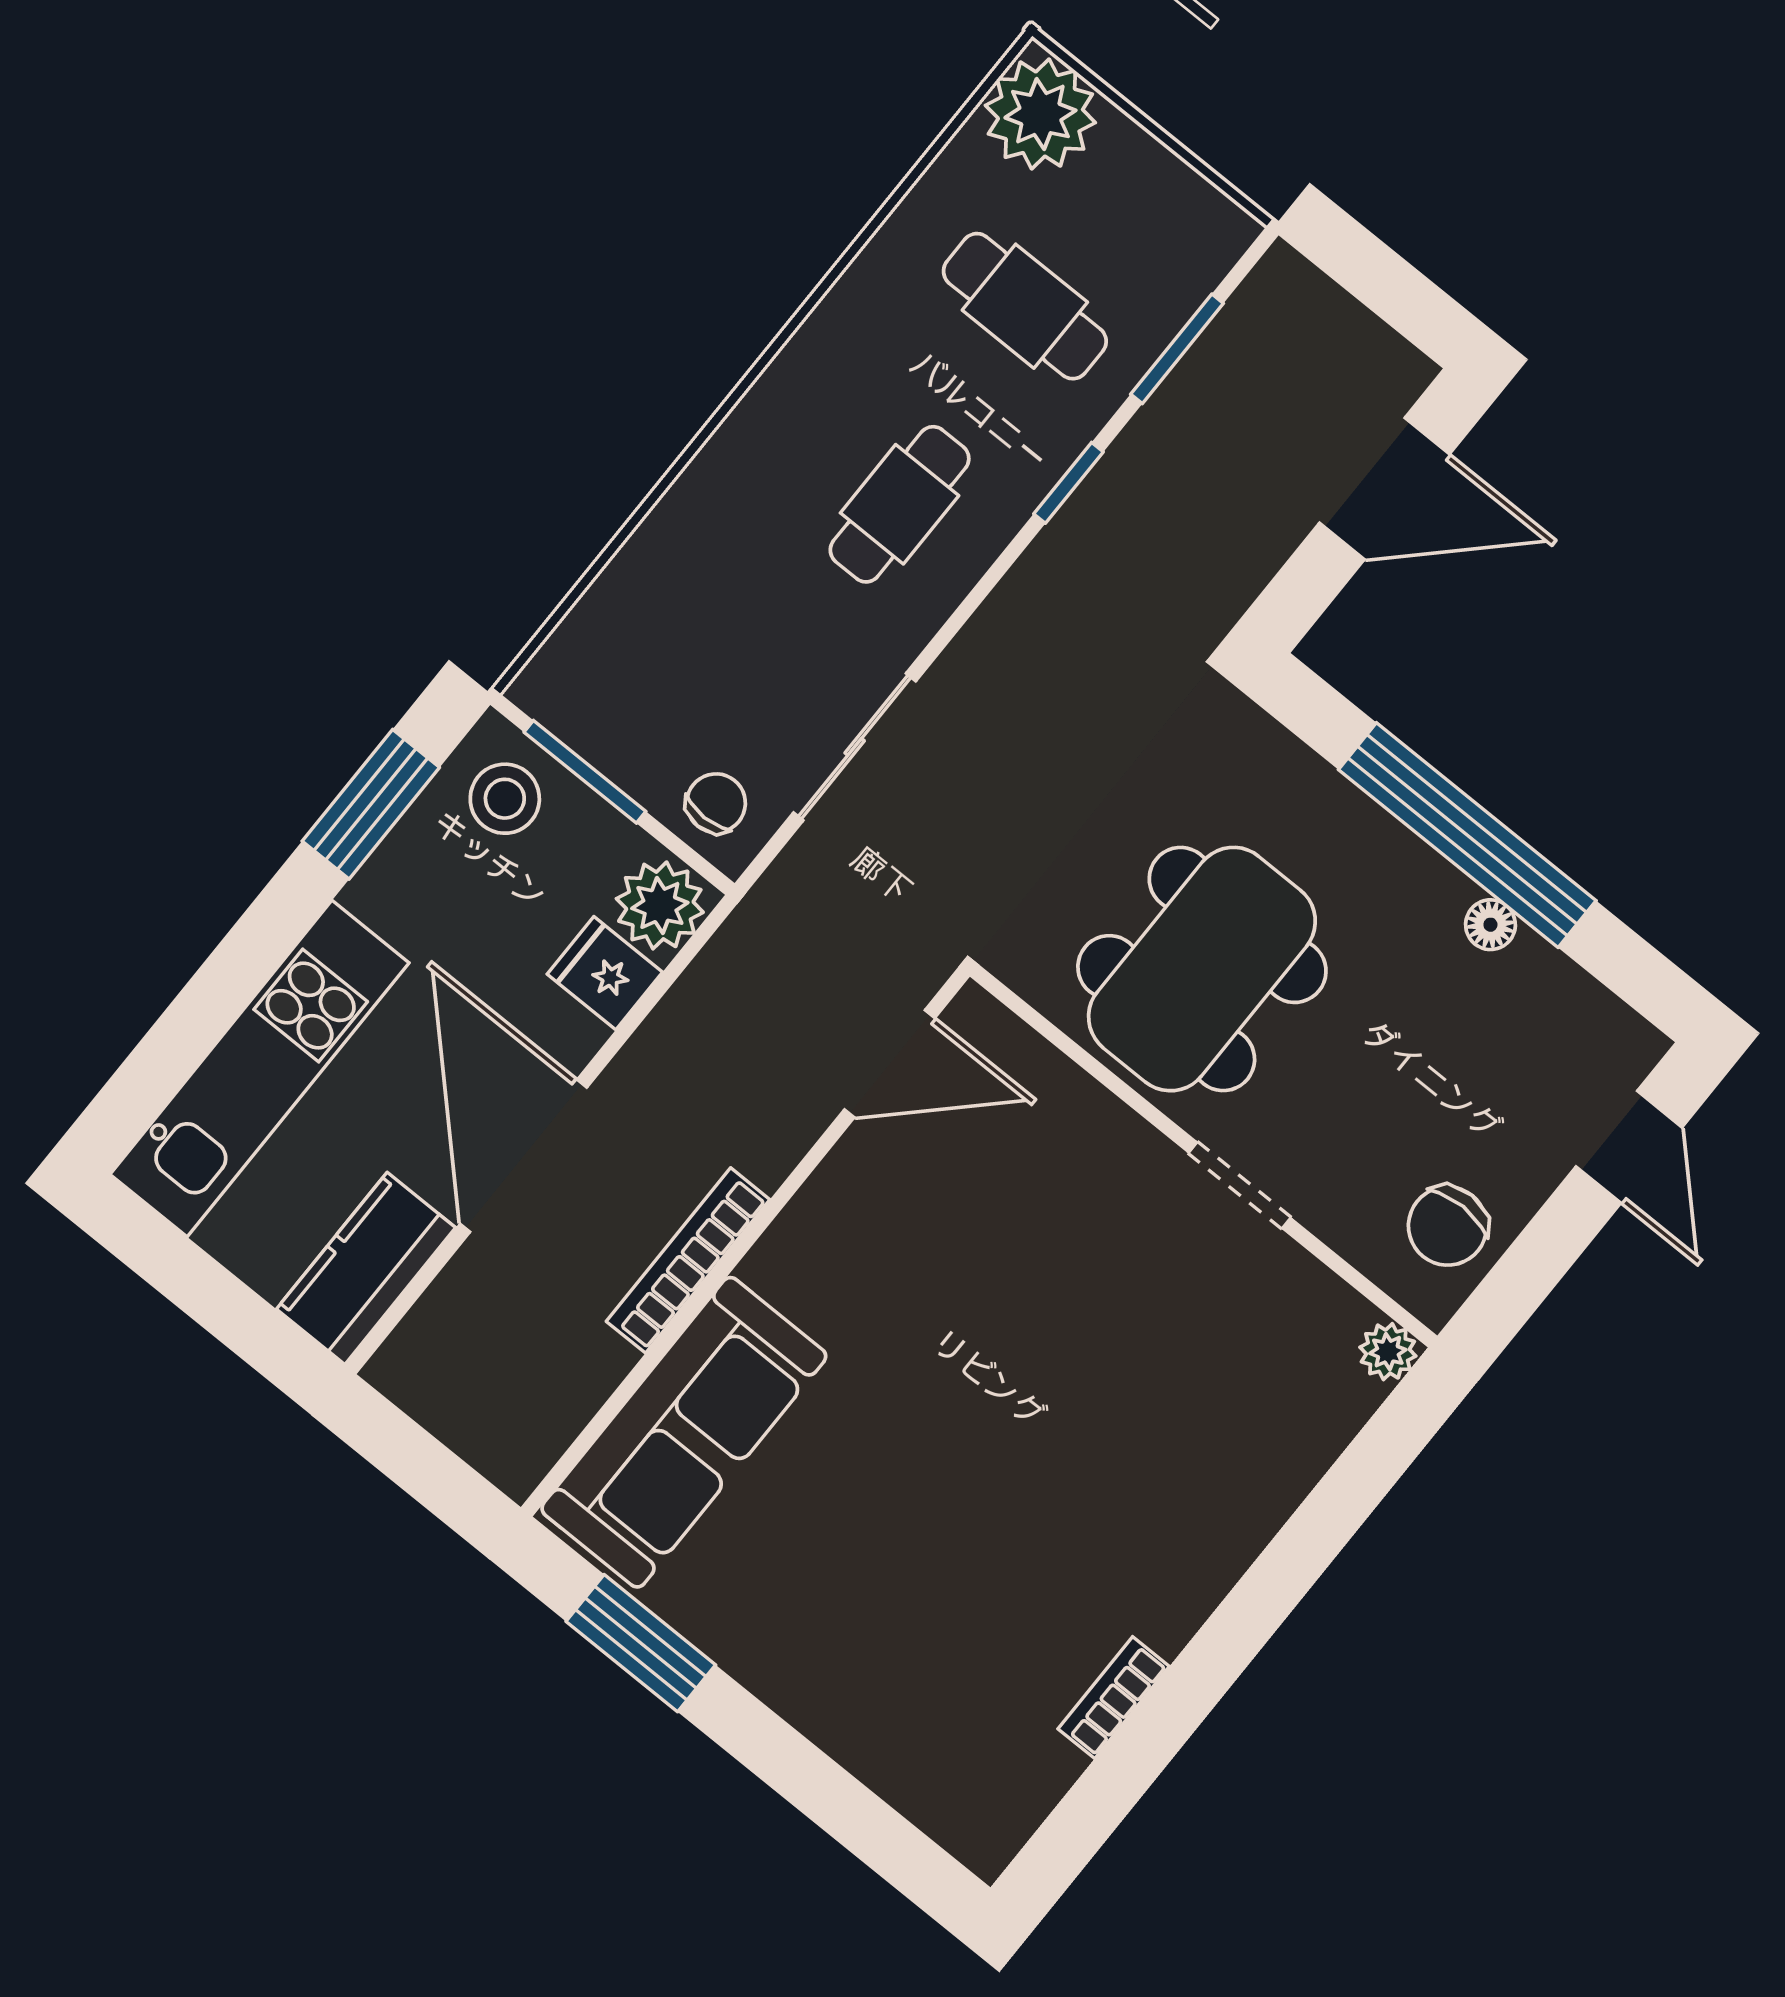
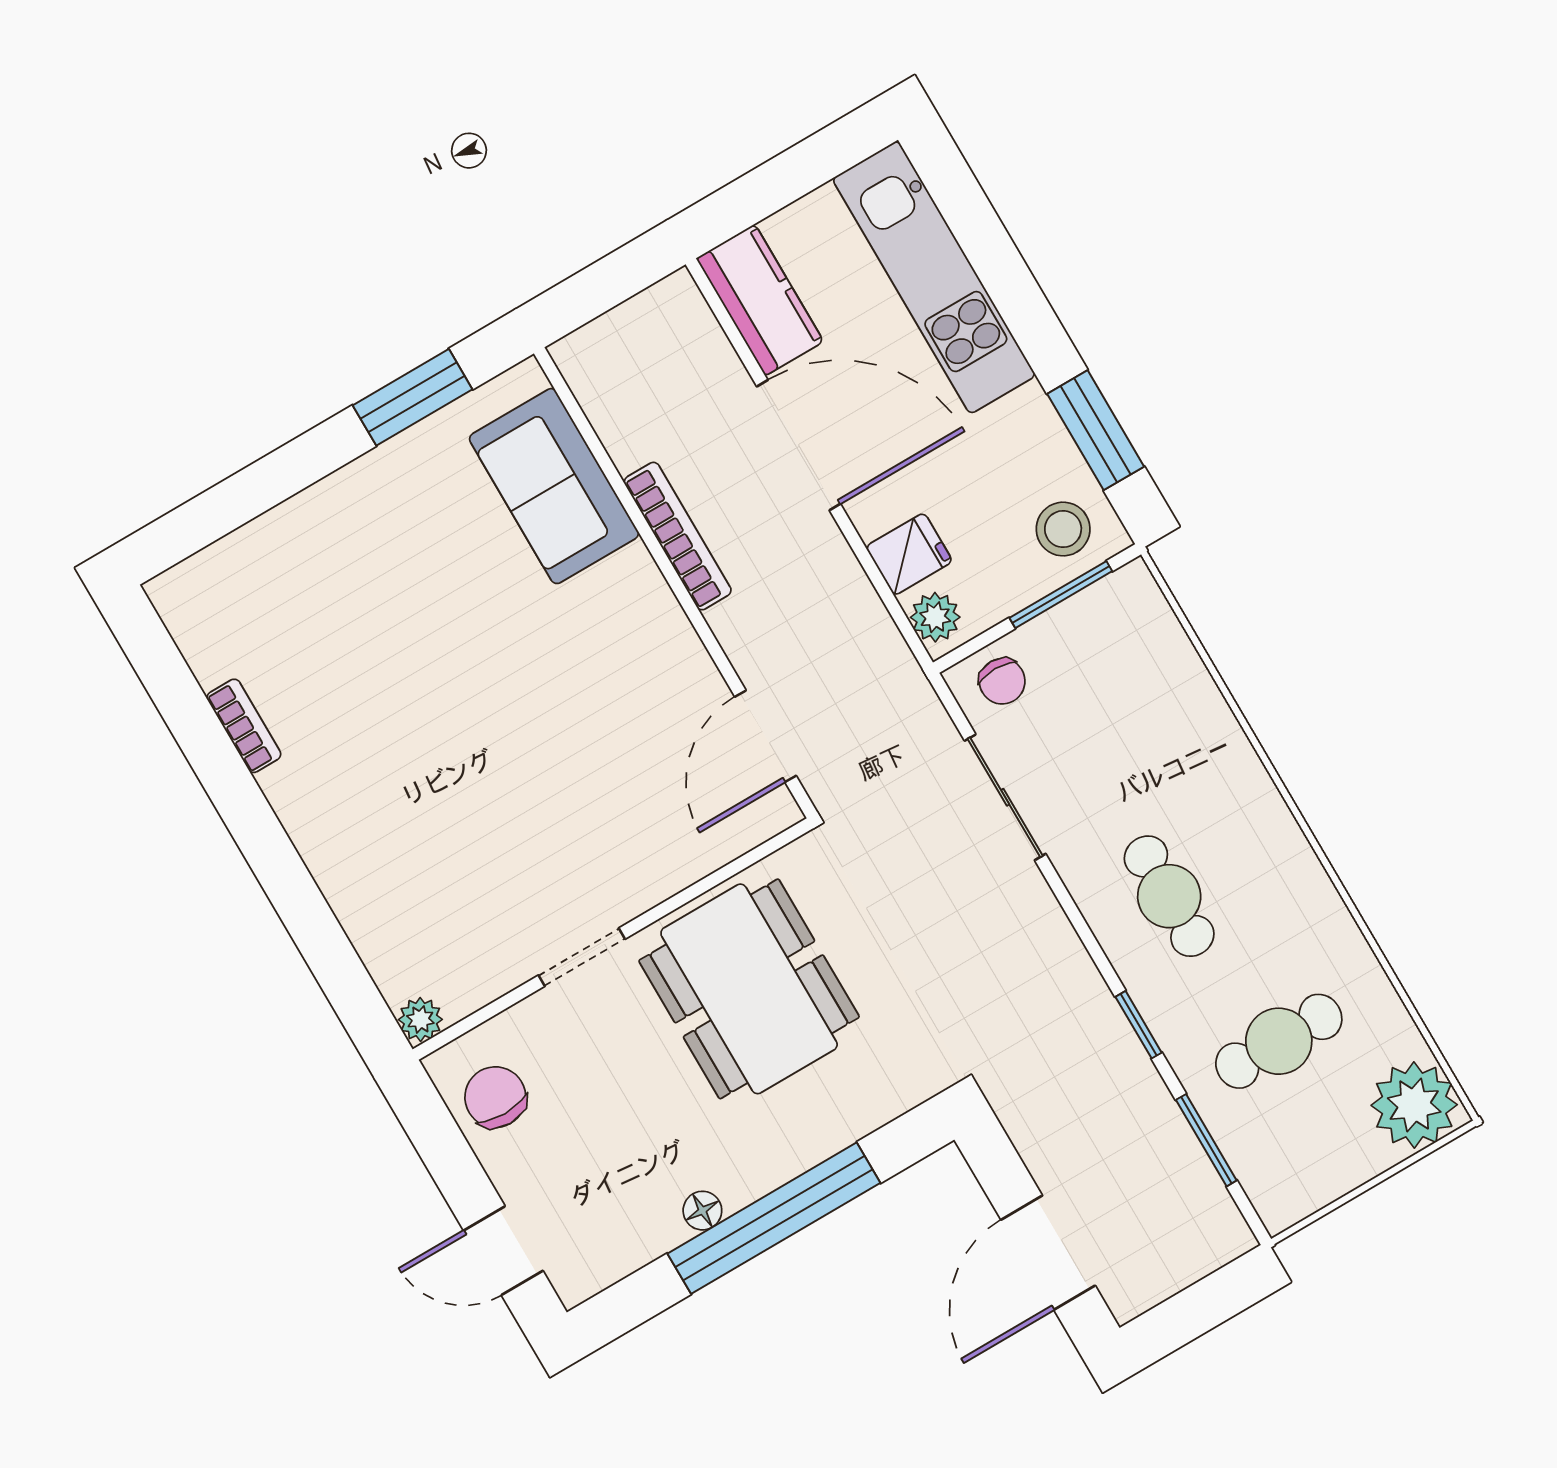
plant: (660, 905) -> (935, 617), width x0.73, depth x0.73
sofa: (684, 1432) -> (554, 486), width x0.73

